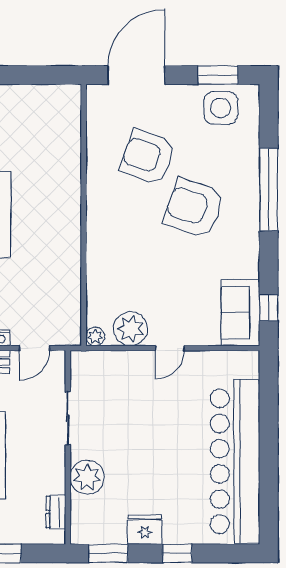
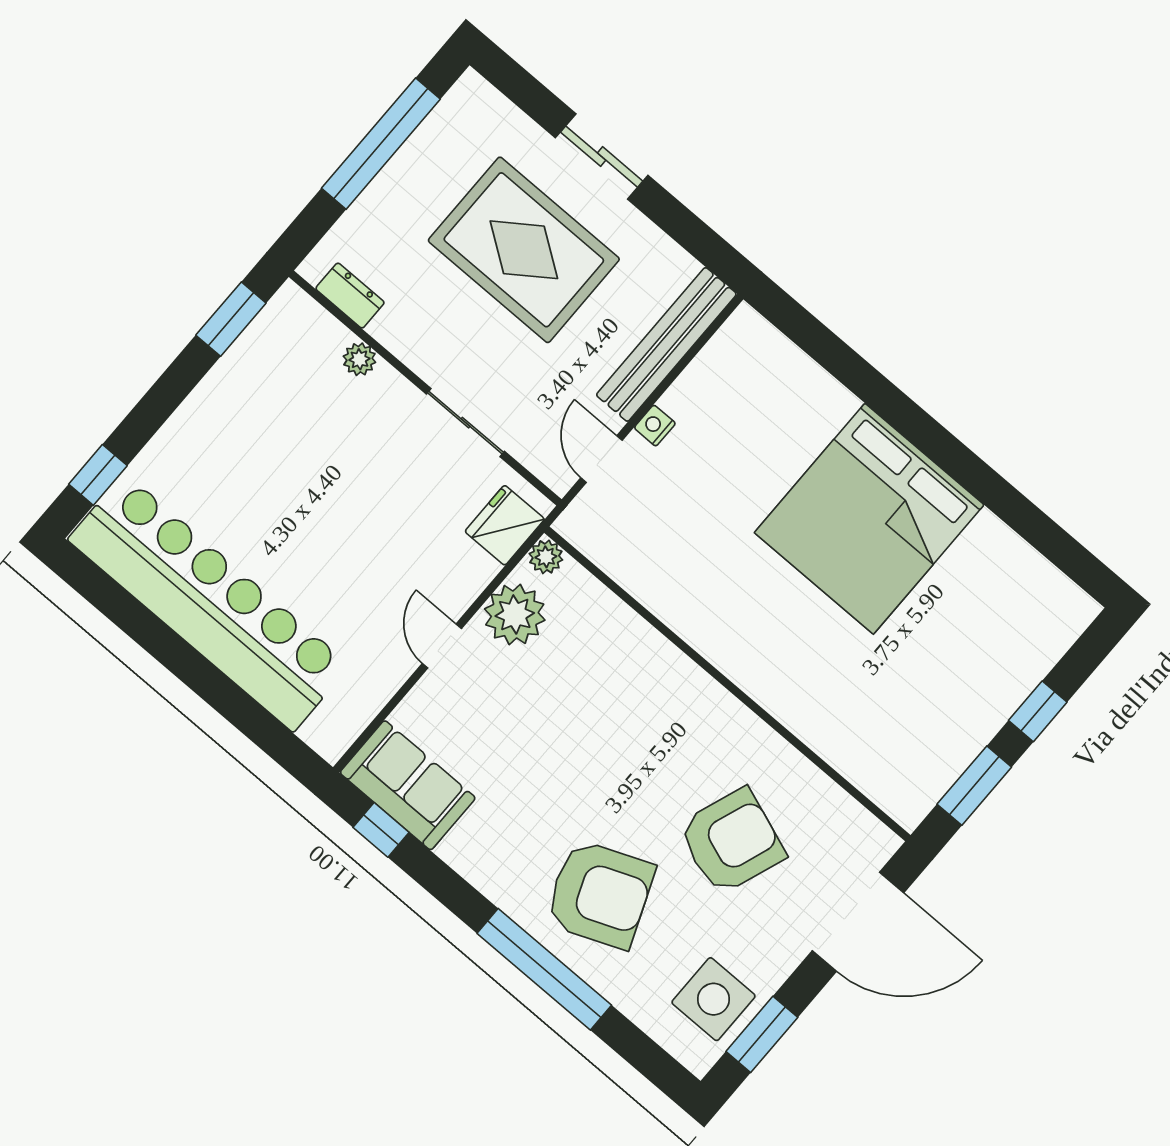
window: (38, 75) -> (974, 786), added
door: (136, 75) -> (858, 922), hinge flipped
armchair: (194, 208) -> (600, 894), moved, turned 49
plant: (87, 477) -> (359, 359), width x0.53, depth x0.53
fridge: (145, 530) -> (505, 525), moved, turned 180
window: (177, 553) -> (98, 475), moved

